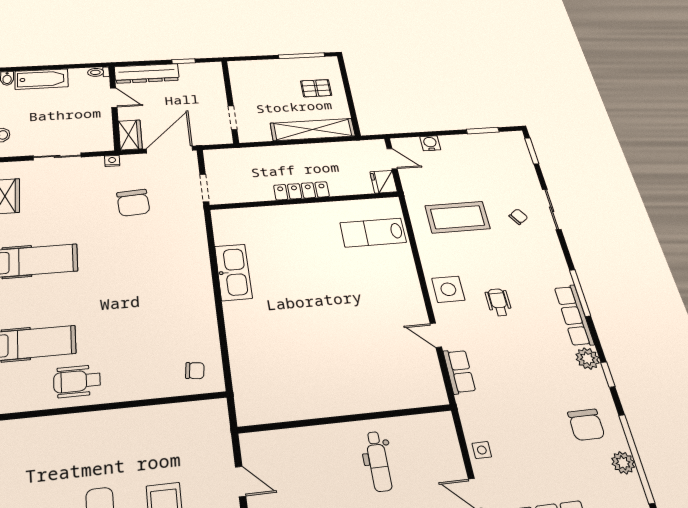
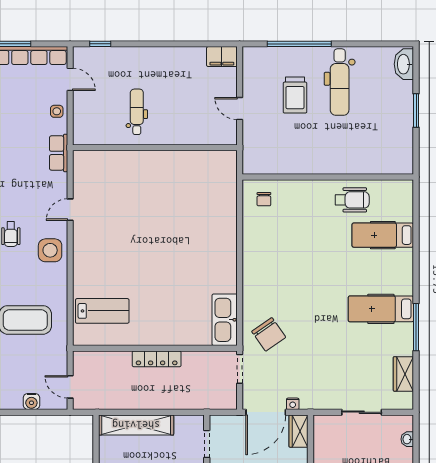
nightstand: (112, 161) -> (293, 404), moved
fridge: (384, 182) -> (83, 363), removed
chair: (133, 203) -> (269, 334), moved, turned 149
kitchen sink: (233, 272) -> (225, 320), moved
door: (436, 335) -> (70, 210), swing flipped
chair: (195, 371) -> (264, 199), turned -97
row of seats: (459, 371) -> (59, 153), moved

